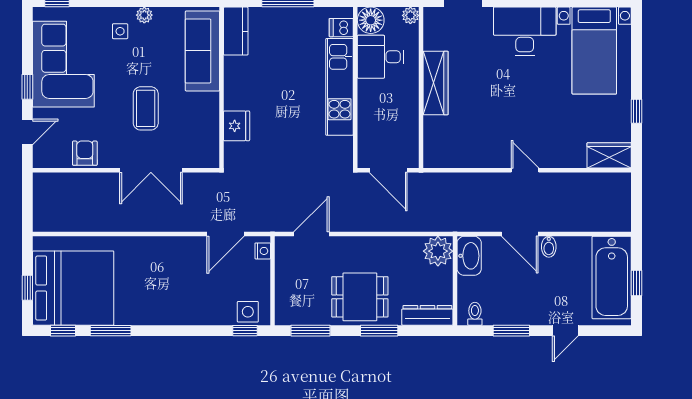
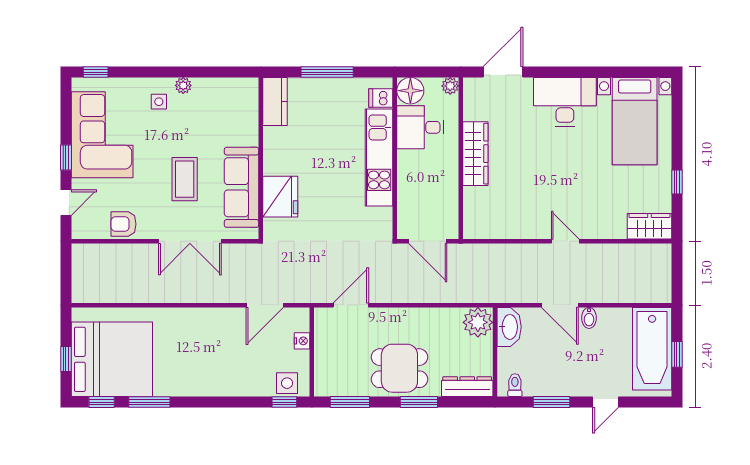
sofa: (202, 51) -> (242, 187), moved
fridge: (237, 126) -> (280, 197), width x1.36, depth x1.34
armchair: (85, 153) -> (124, 224), turned -90
nightstand: (263, 251) -> (302, 341), moved

